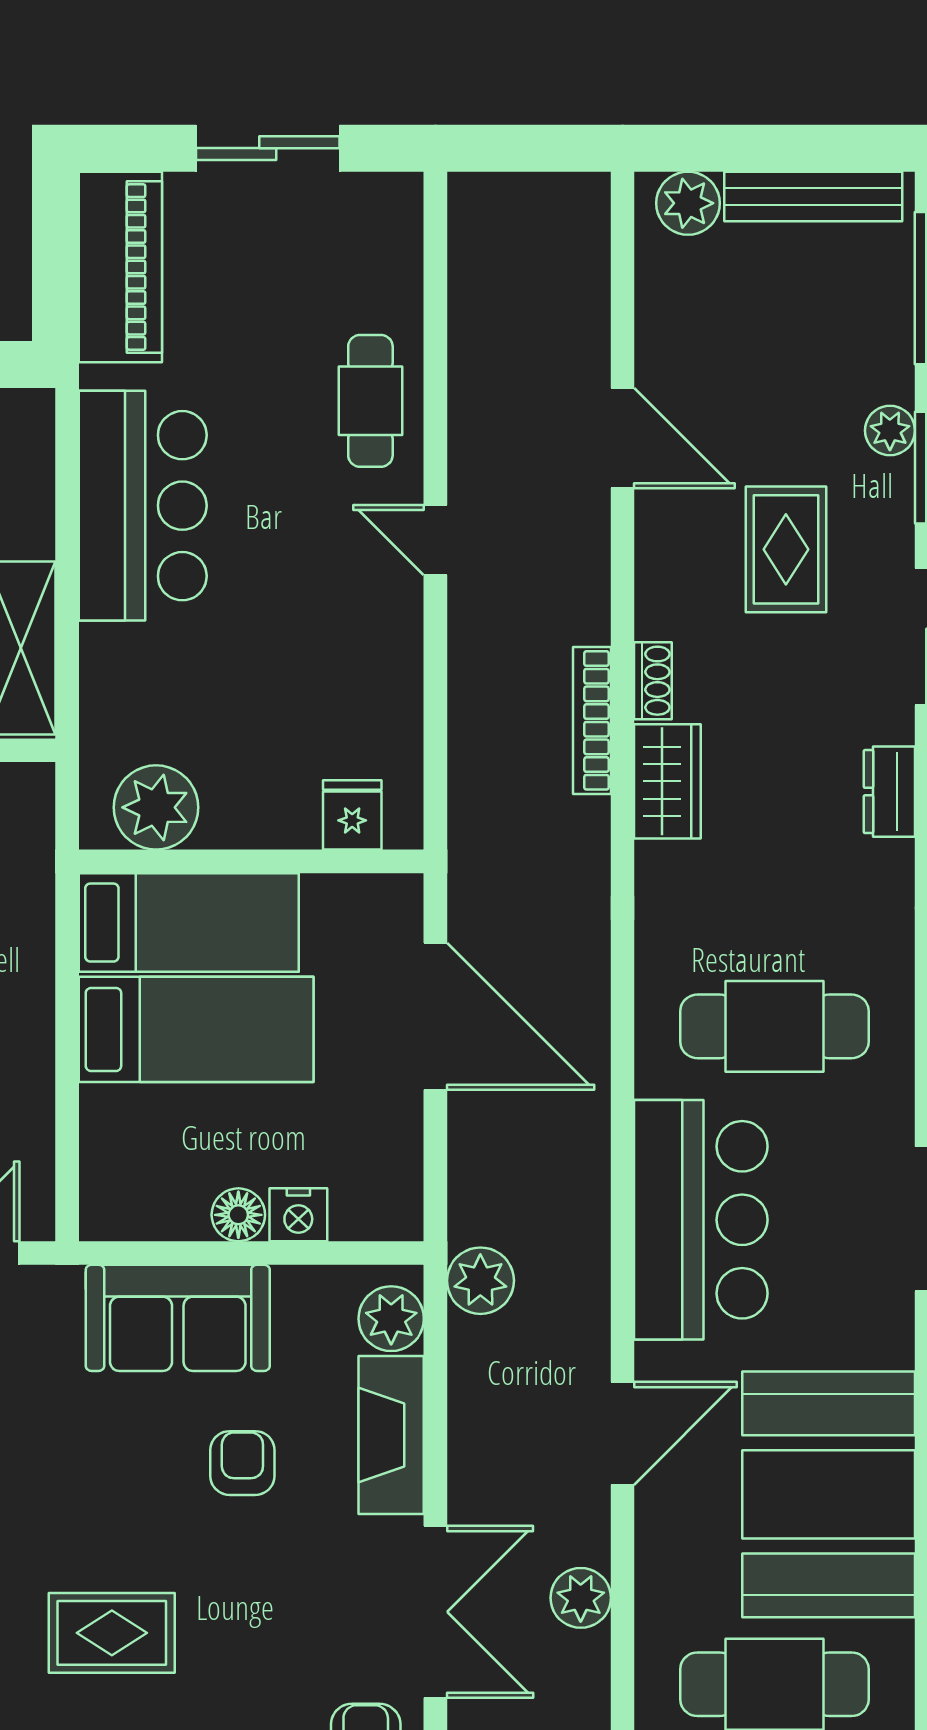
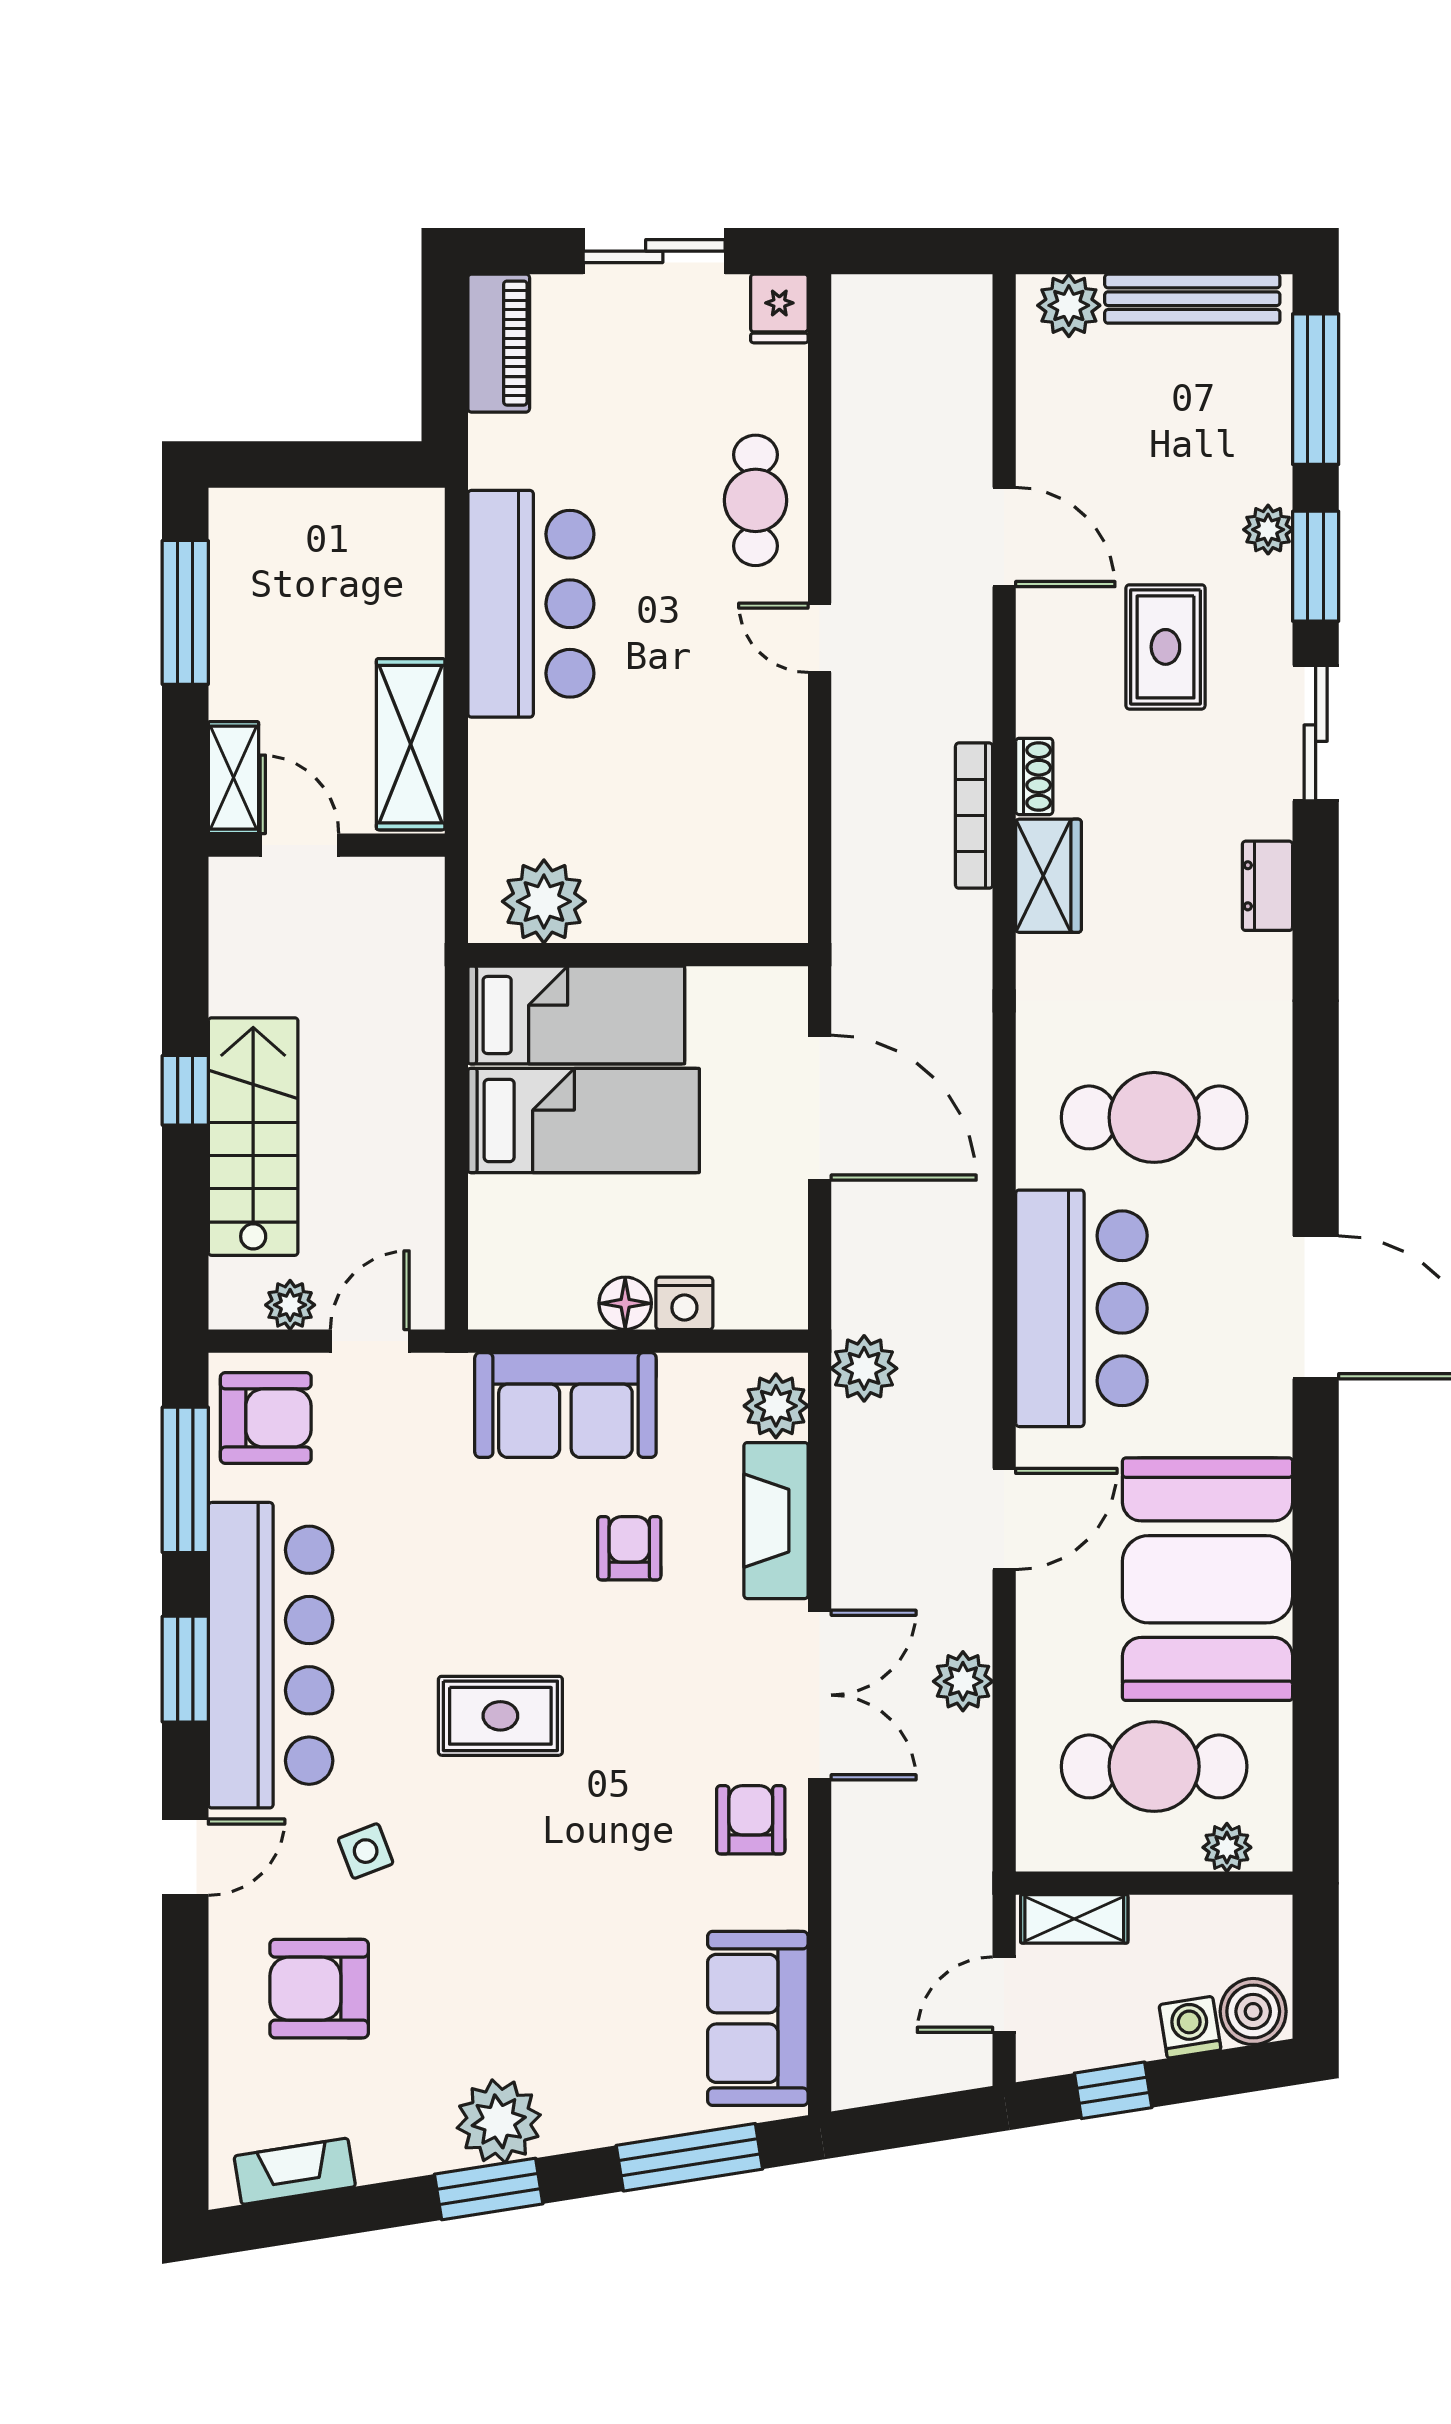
piano: (120, 267) -> (499, 343), width x0.73, depth x0.75
fridge: (352, 815) -> (779, 308), moved, turned 180

